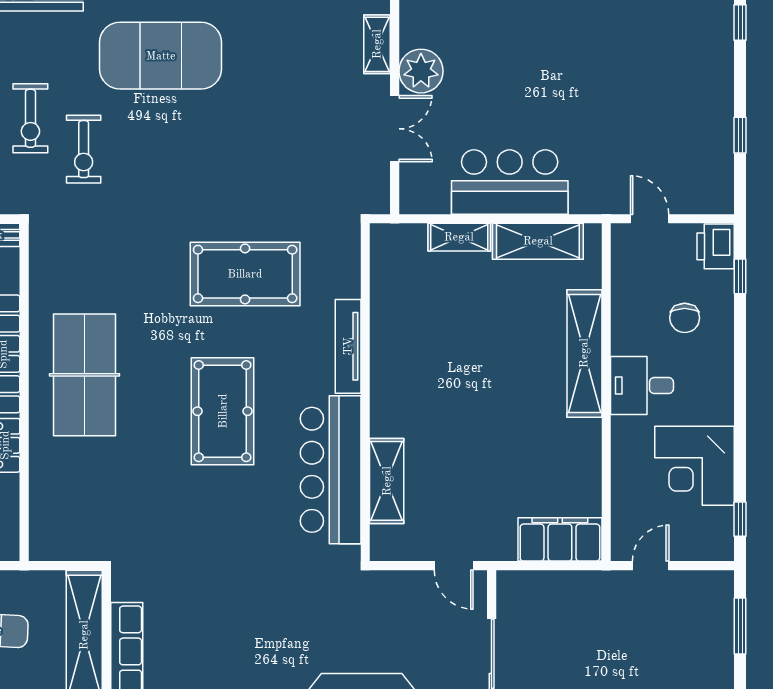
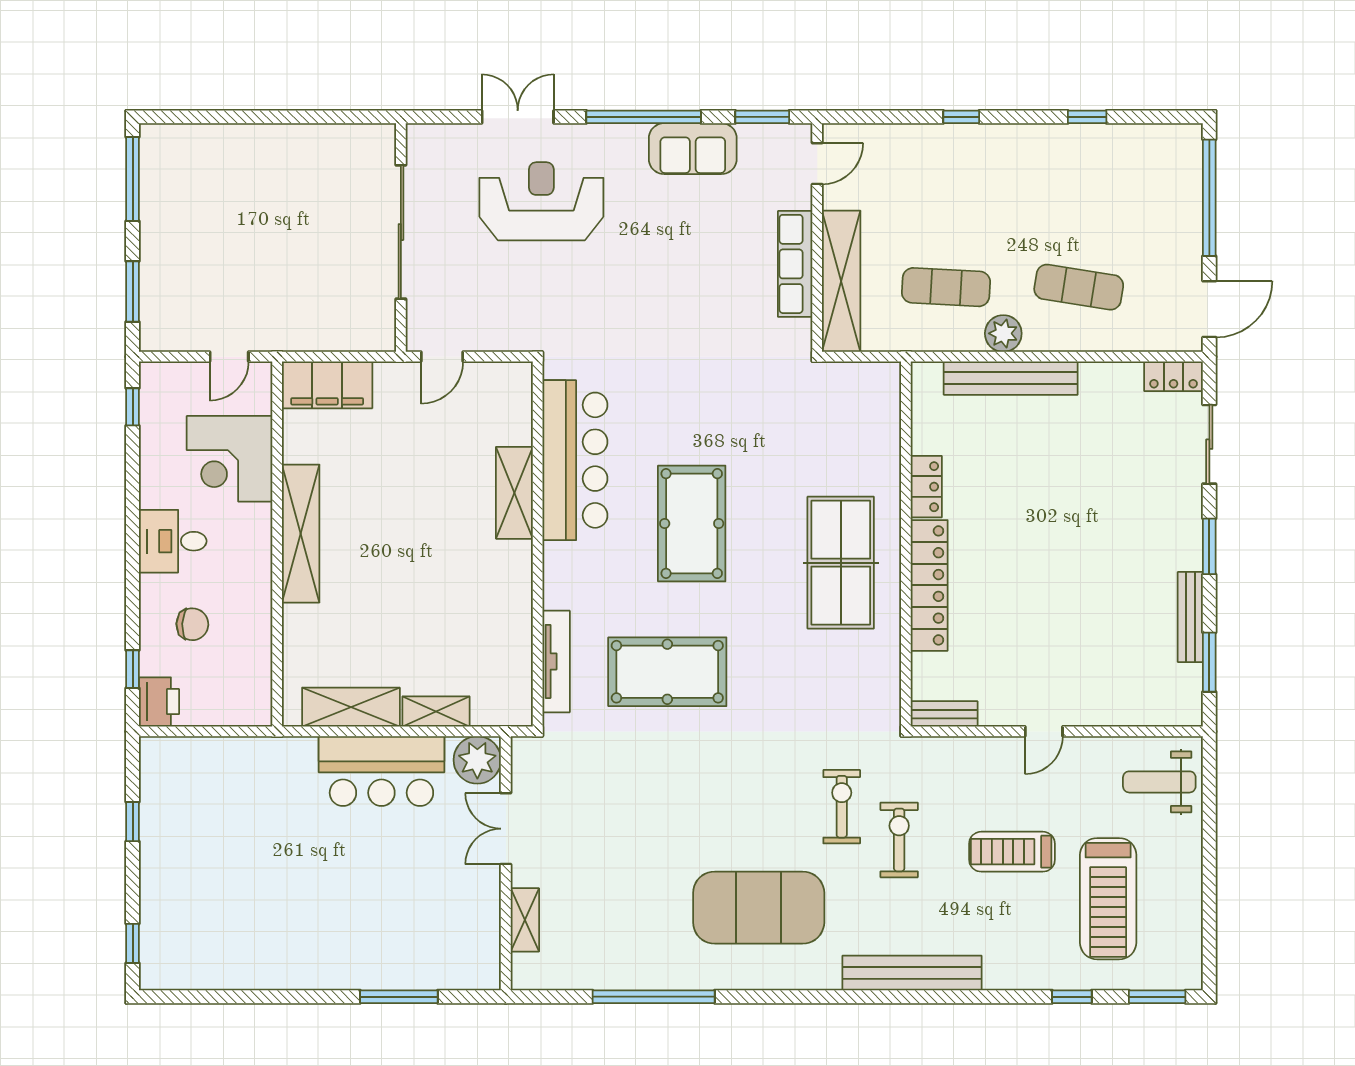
plant: (421, 71) -> (477, 760), moved
door: (650, 219) -> (230, 731), removed
chair: (685, 318) -> (192, 624), turned 92
tv unit: (348, 346) -> (556, 661), moved
shelving: (584, 353) -> (301, 534), moved
desk: (642, 386) -> (173, 541), moved, turned 180
corner desk: (695, 466) -> (229, 459), moved, turned 180
shelving: (387, 481) -> (514, 493), moved
door: (454, 566) -> (442, 357), swing flipped

